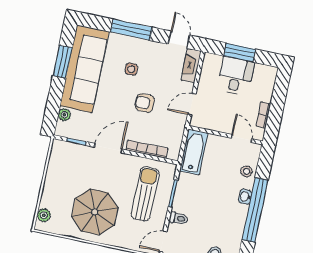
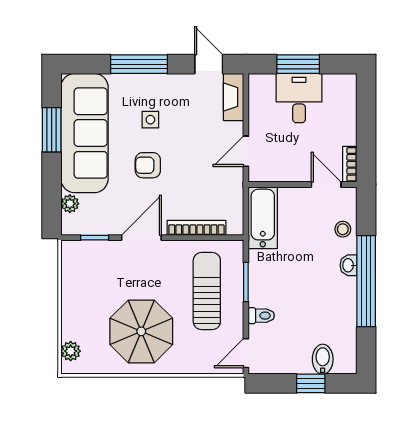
armchair: (145, 103) -> (148, 165), moved
bookcase: (263, 115) -> (350, 164), moved

